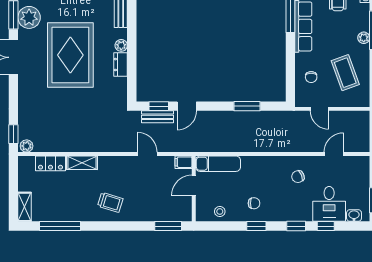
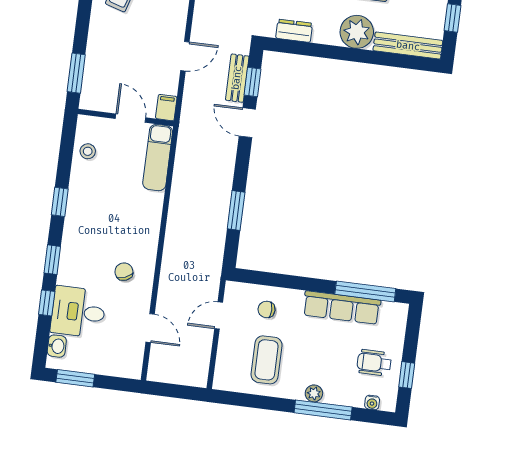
plant: (121, 45) -> (357, 32), width x1.87, depth x1.87
dresser: (121, 65) -> (294, 31), moved
coffee table: (345, 73) -> (267, 360), turned -70
chair: (254, 203) -> (93, 203), removed

